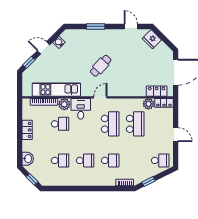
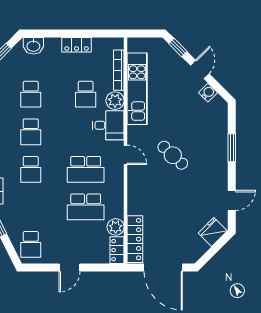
locker: (157, 91) -> (135, 239), width x1.53

